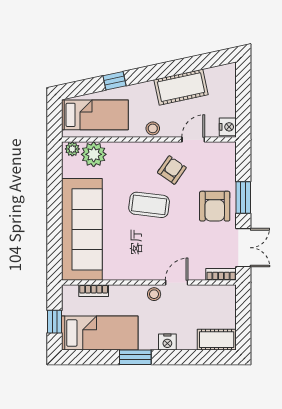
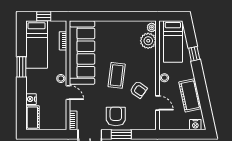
nightstand: (228, 127) -> (195, 125), moved
armchair: (215, 206) -> (116, 116), turned 90
sofa: (82, 229) -> (82, 53), moved, turned -90
nightstand: (167, 342) -> (31, 99), moved

